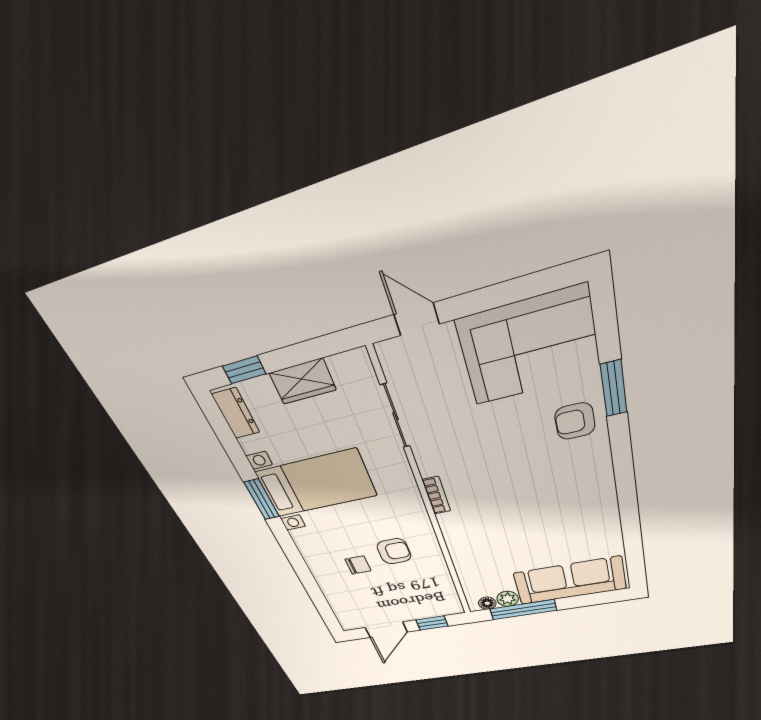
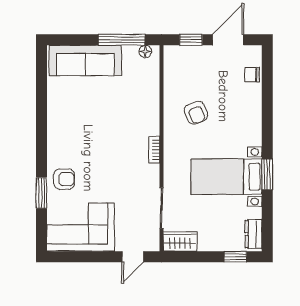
door: (417, 319) -> (133, 257), hinge flipped
wardrobe: (303, 381) -> (180, 242), moved
armchair: (394, 551) -> (196, 113), turned -112
chair: (358, 565) -> (252, 75), moved
plant: (508, 599) -> (130, 53), removed

